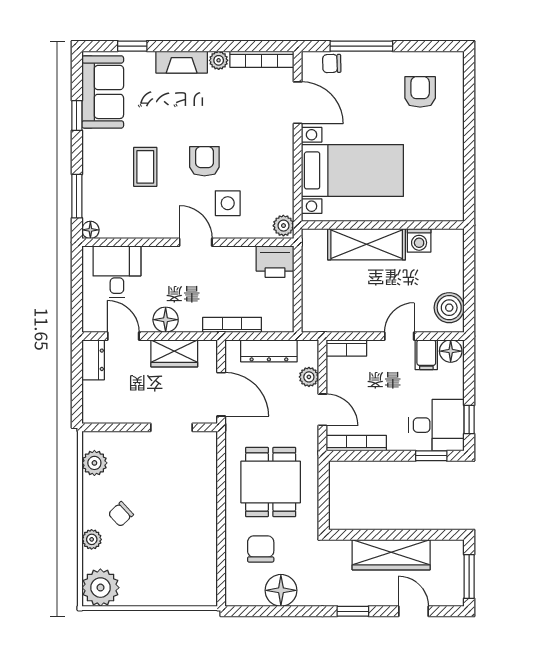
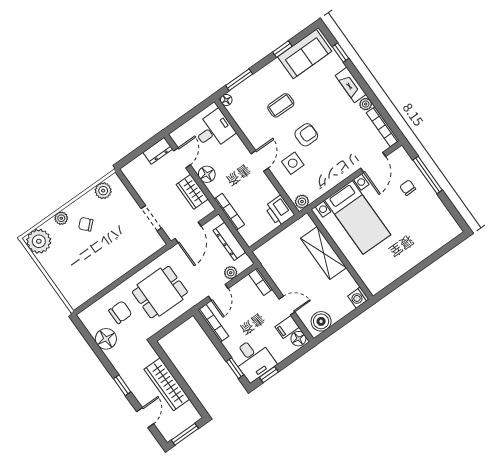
chair: (332, 63) -> (408, 188), moved
armchair: (420, 92) -> (425, 224), removed
washing machine: (419, 240) -> (358, 298), moved

